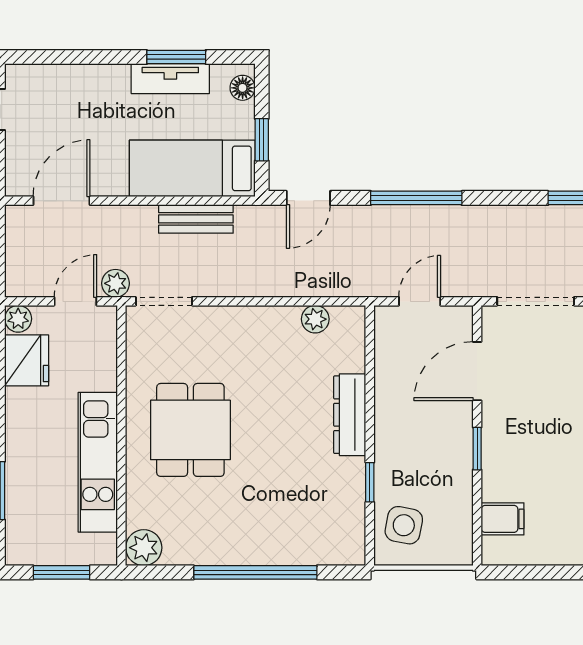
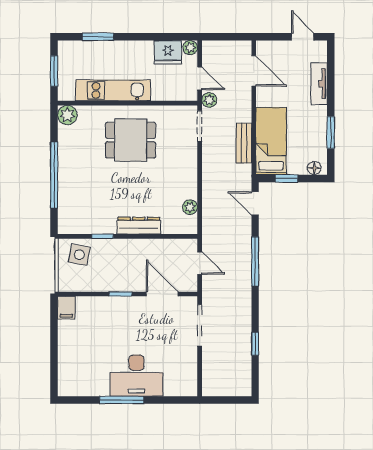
tv unit: (170, 79) -> (319, 84), moved
filing cabinet: (503, 519) -> (66, 308), moved

